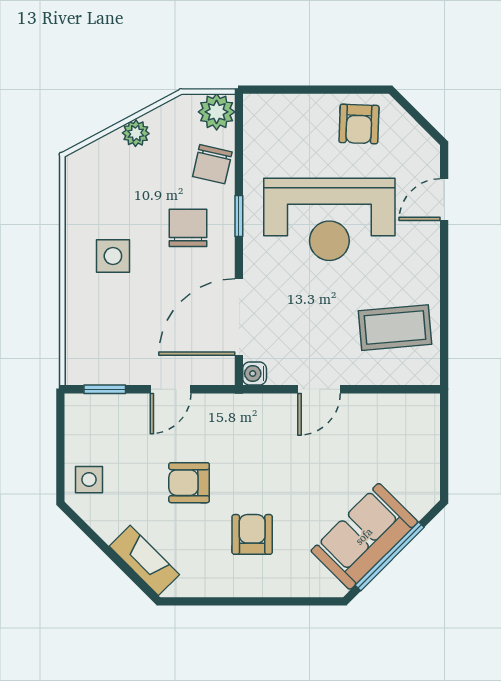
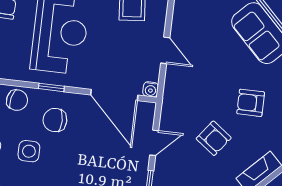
side table: (113, 256) -> (29, 151), moved
door: (171, 389) -> (154, 143), hinge flipped
armchair: (189, 483) -> (214, 138), turned -53

